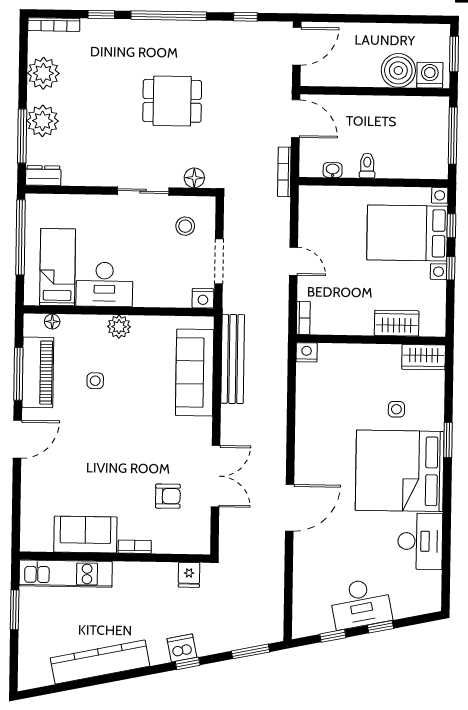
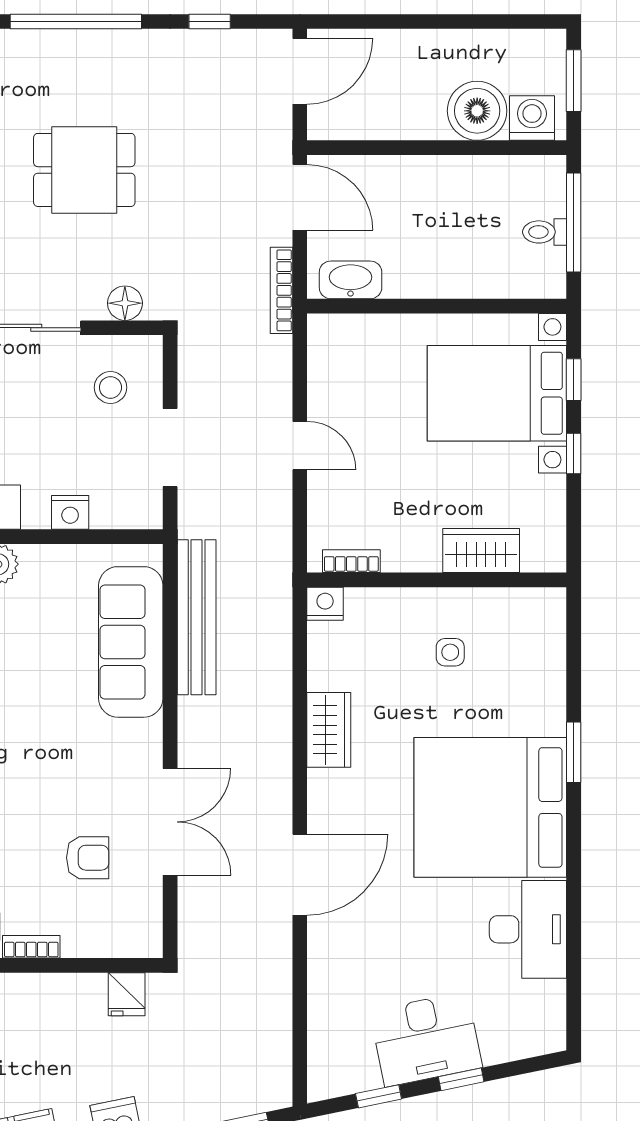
toilet: (367, 166) -> (545, 232), moved, turned -90
washbasin: (333, 170) -> (351, 280), width x1.91, depth x1.45
nightstand: (203, 298) -> (70, 512), moved
bookcase: (303, 318) -> (351, 561), moved, turned -90
wardrobe: (424, 357) -> (329, 730), moved, turned -90
side table: (396, 409) -> (450, 652), moved

